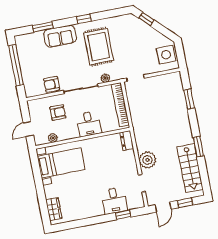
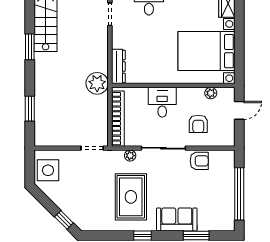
armchair: (58, 112) -> (198, 124), turned -90
dresser: (127, 141) -> (118, 66), width x1.44
plant: (147, 160) -> (97, 83), moved
bed with nightstands: (61, 163) -> (207, 51), width x1.36

